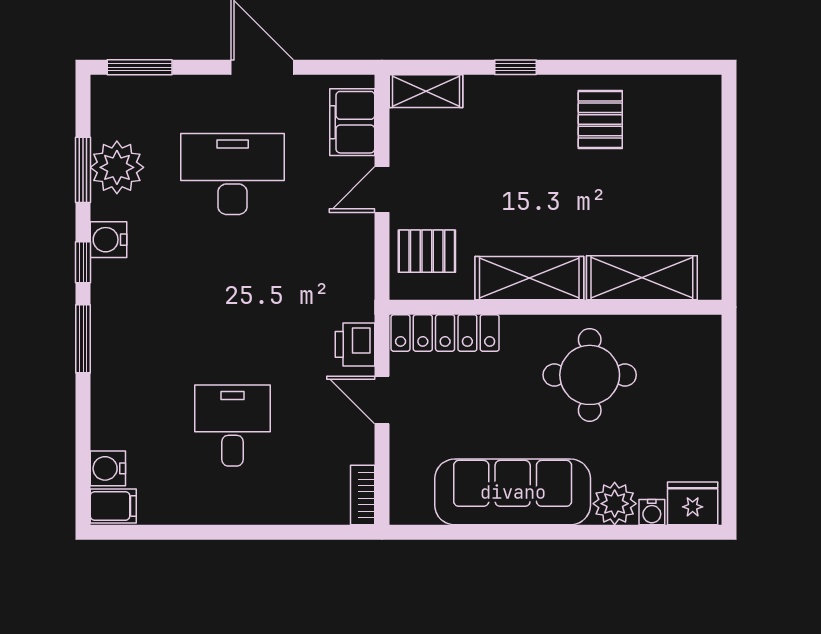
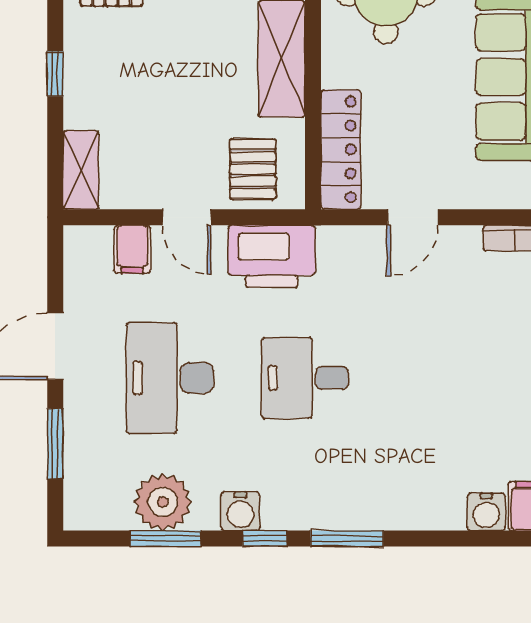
window: (140, 67) -> (55, 444), moved
filing cabinet: (352, 122) -> (132, 249), width x0.50
printer: (355, 344) -> (272, 256), moved, width x1.87, depth x1.48
desk: (233, 425) -> (305, 378), moved

